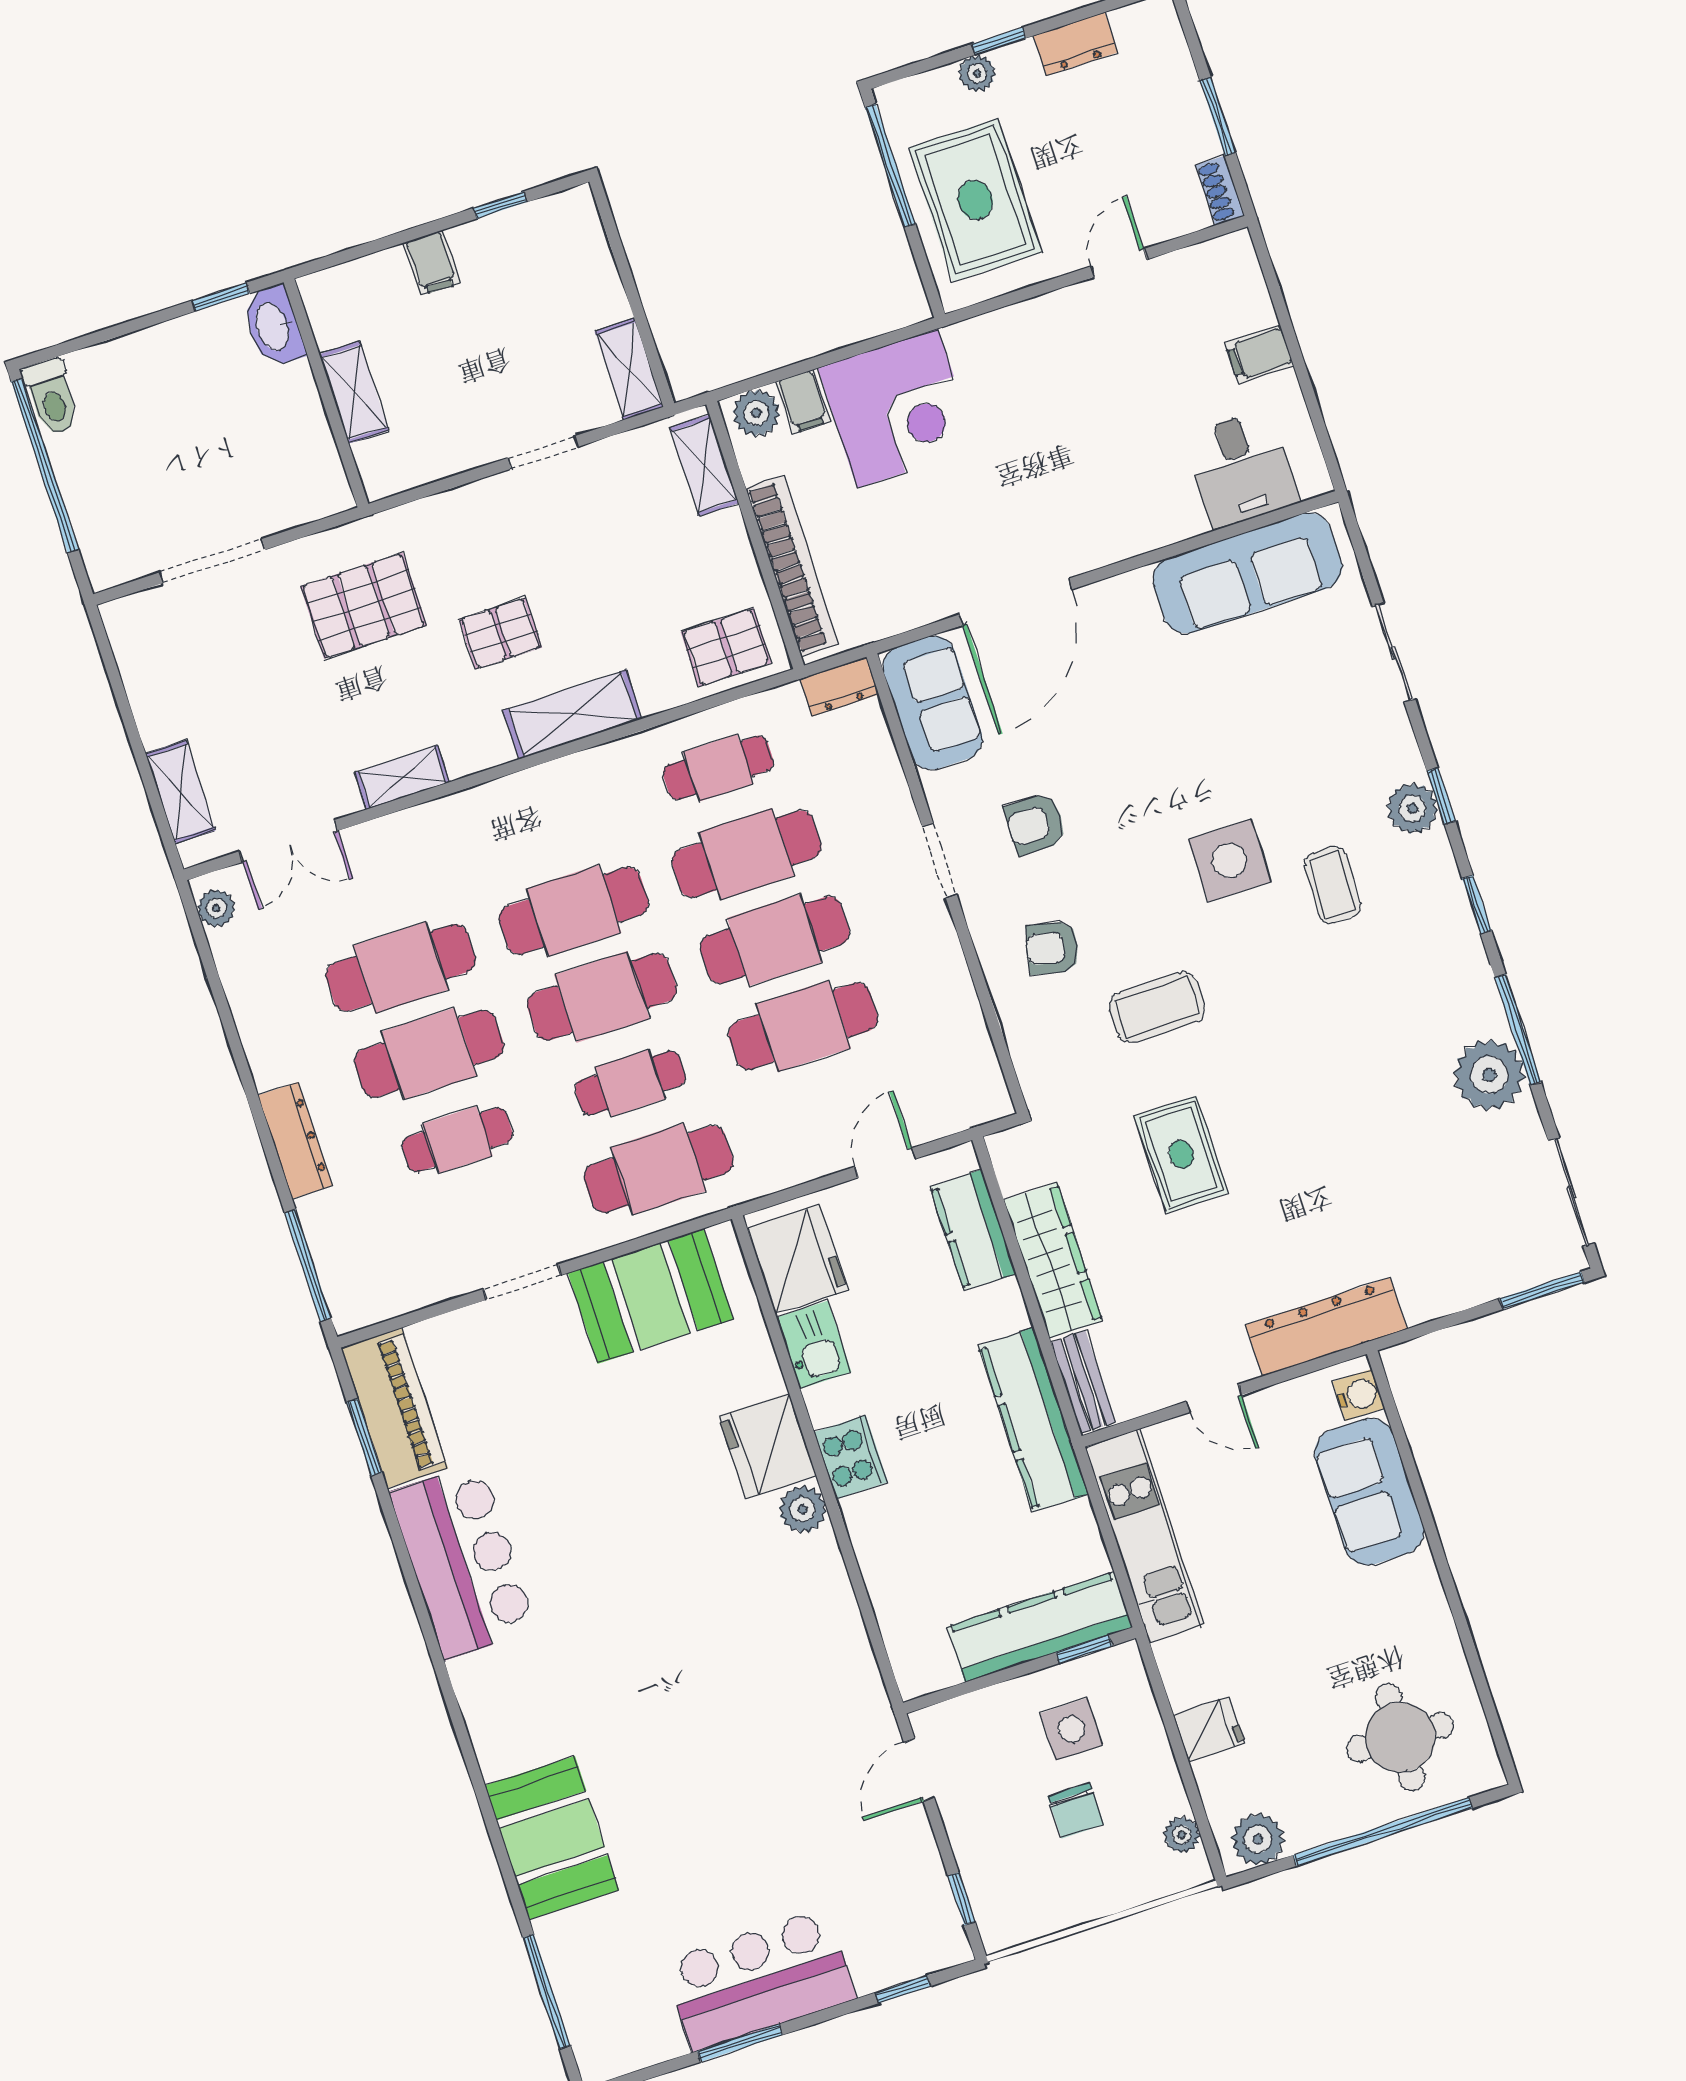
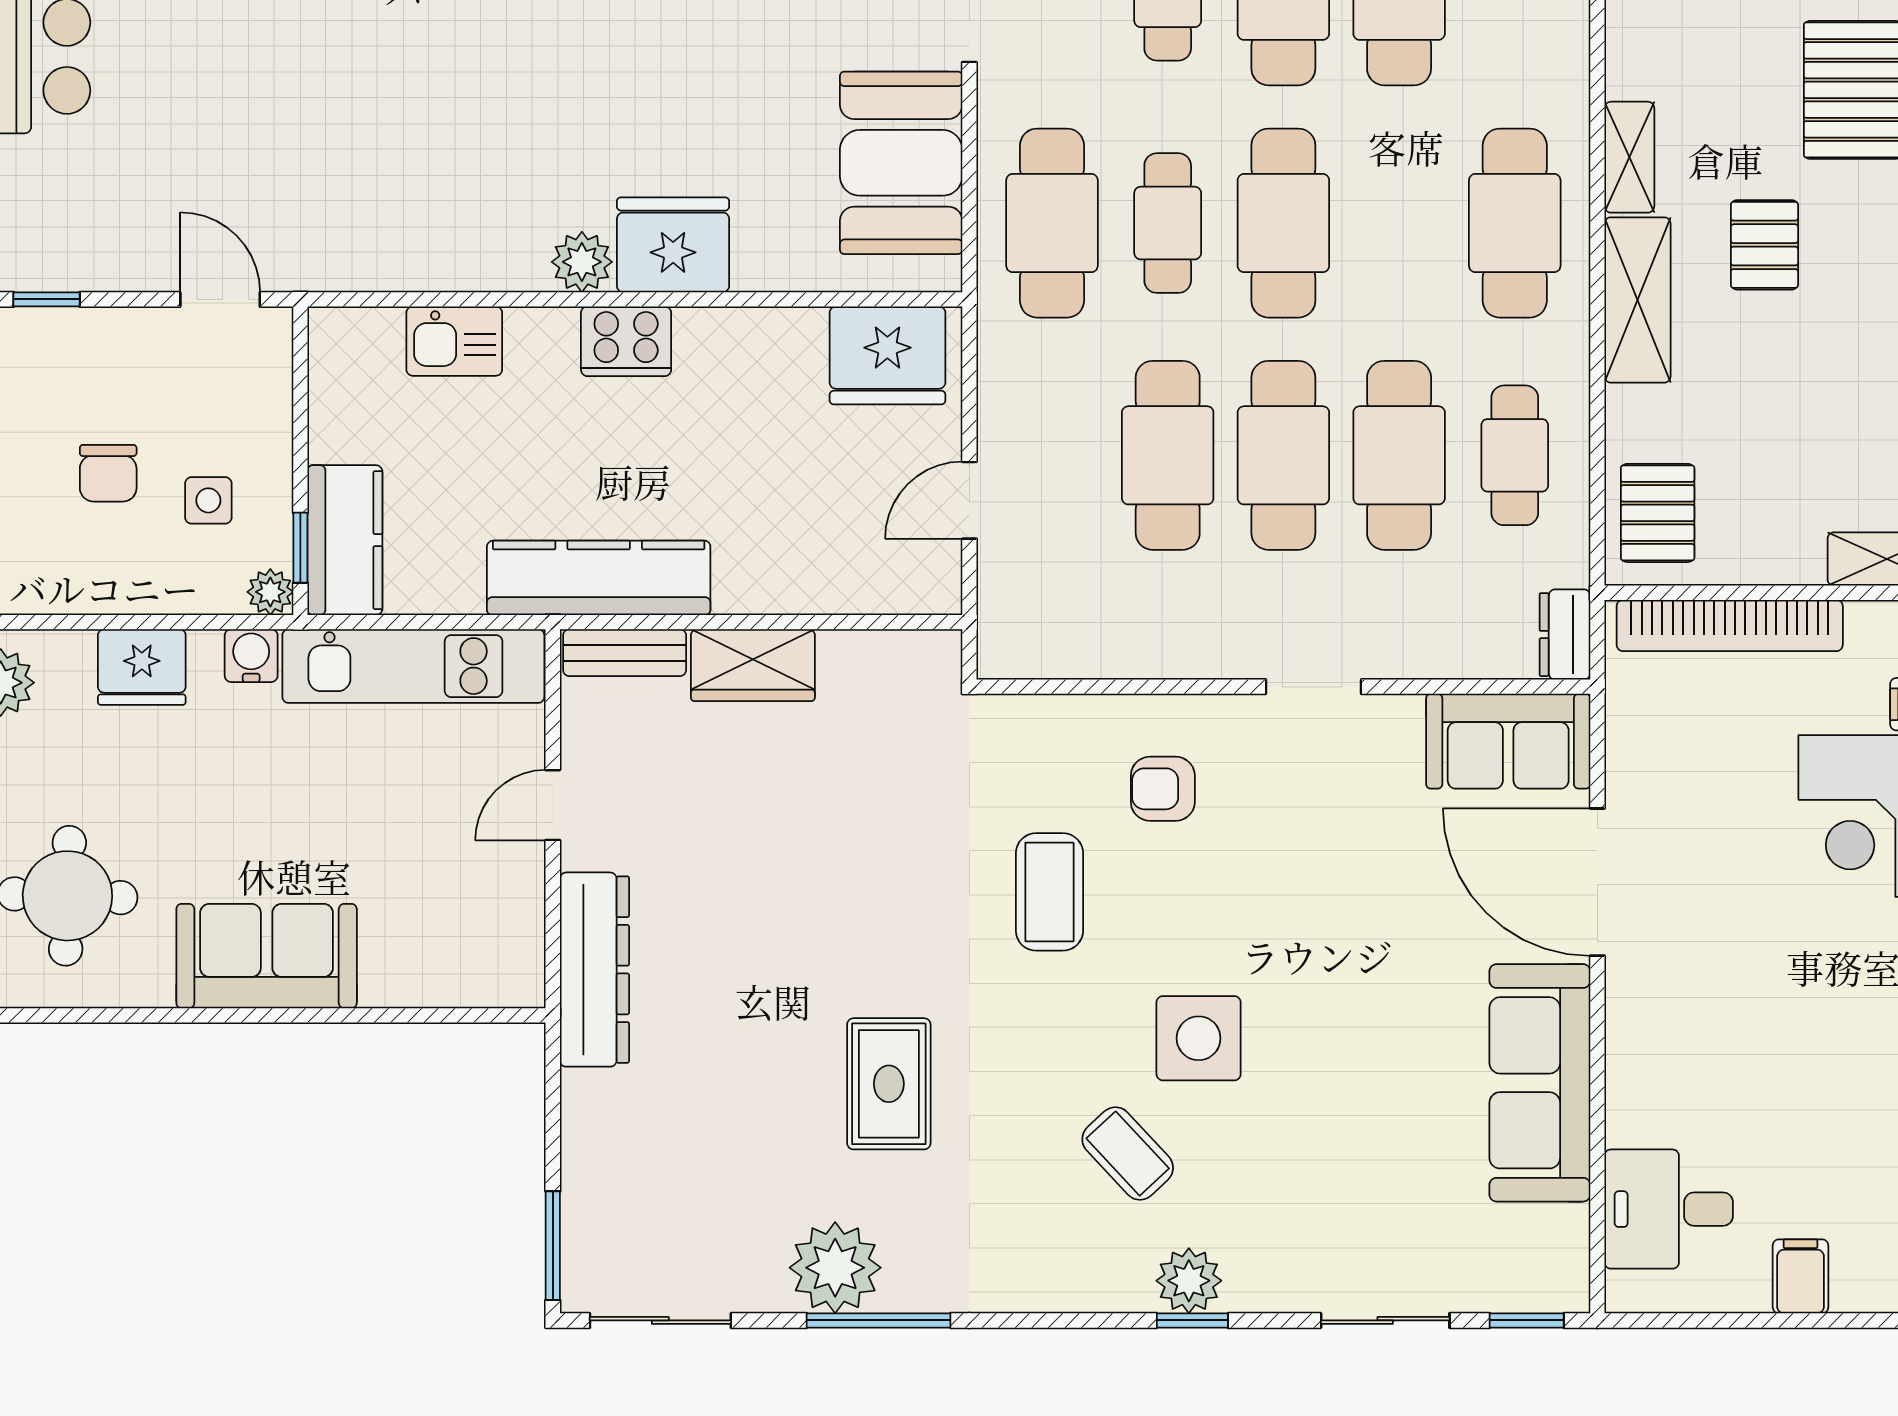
sofa: (1247, 573) -> (1540, 1083), moved
shelving: (402, 777) -> (1629, 157), moved
armchair: (1036, 824) -> (1320, 818), removed
coffee table: (1333, 885) -> (1128, 1153), turned 45
window: (1477, 905) -> (1527, 1320), moved
cafe table: (574, 911) -> (1515, 223), moved
armchair: (1053, 948) -> (1163, 789), turned -103
rug: (1181, 1154) -> (889, 1084), moved, turned 90
door: (885, 1163) -> (969, 500), swing flipped
kitchen counter: (973, 1230) -> (853, 580), removed
wardrobe: (1053, 1260) -> (753, 665), width x0.67
kitchen sink: (814, 1345) -> (454, 341), moved
water cooler: (1359, 1395) -> (251, 656), moved, turned 180
sofa: (1369, 1492) -> (267, 956), moved
kitchen counter: (1040, 1627) -> (345, 540), width x0.67
side table: (1072, 1729) -> (208, 500), width x0.73, depth x0.73
fridge: (1209, 1729) -> (142, 667), width x1.38
chair: (1076, 1810) -> (108, 473), turned -90
plant: (1182, 1835) -> (270, 592), moved

